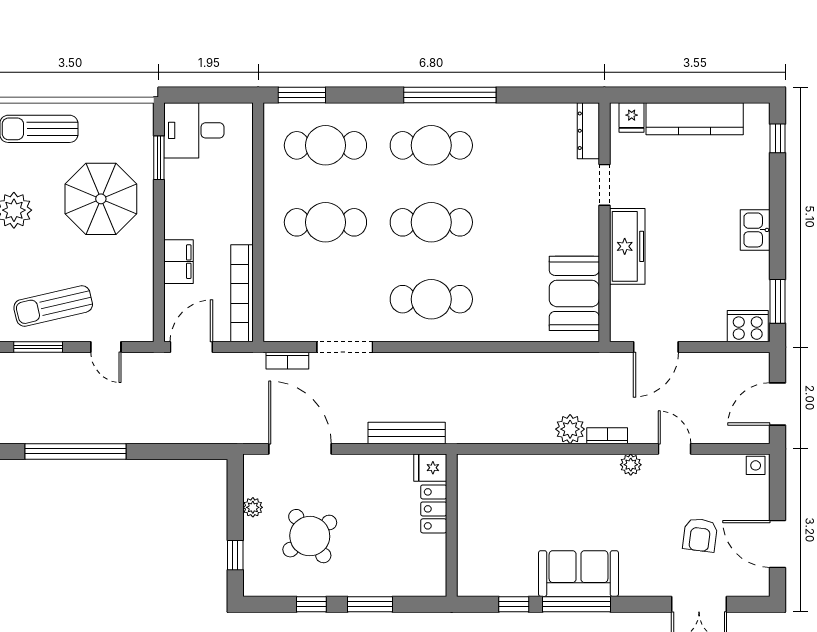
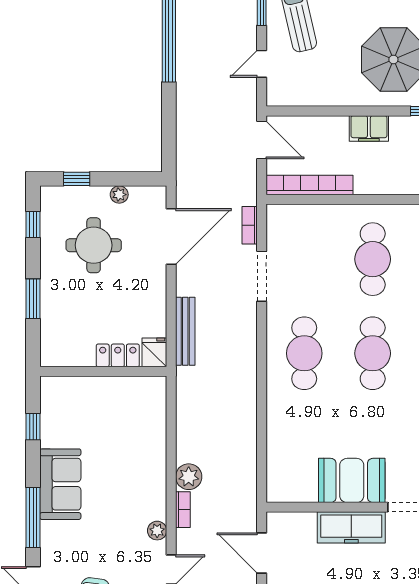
filing cabinet: (179, 262) -> (369, 129), moved
booth: (574, 293) -> (352, 480), moved
round table: (310, 536) -> (94, 245), turned 35
window: (311, 604) -> (33, 225), moved
window: (577, 604) -> (33, 518), moved

